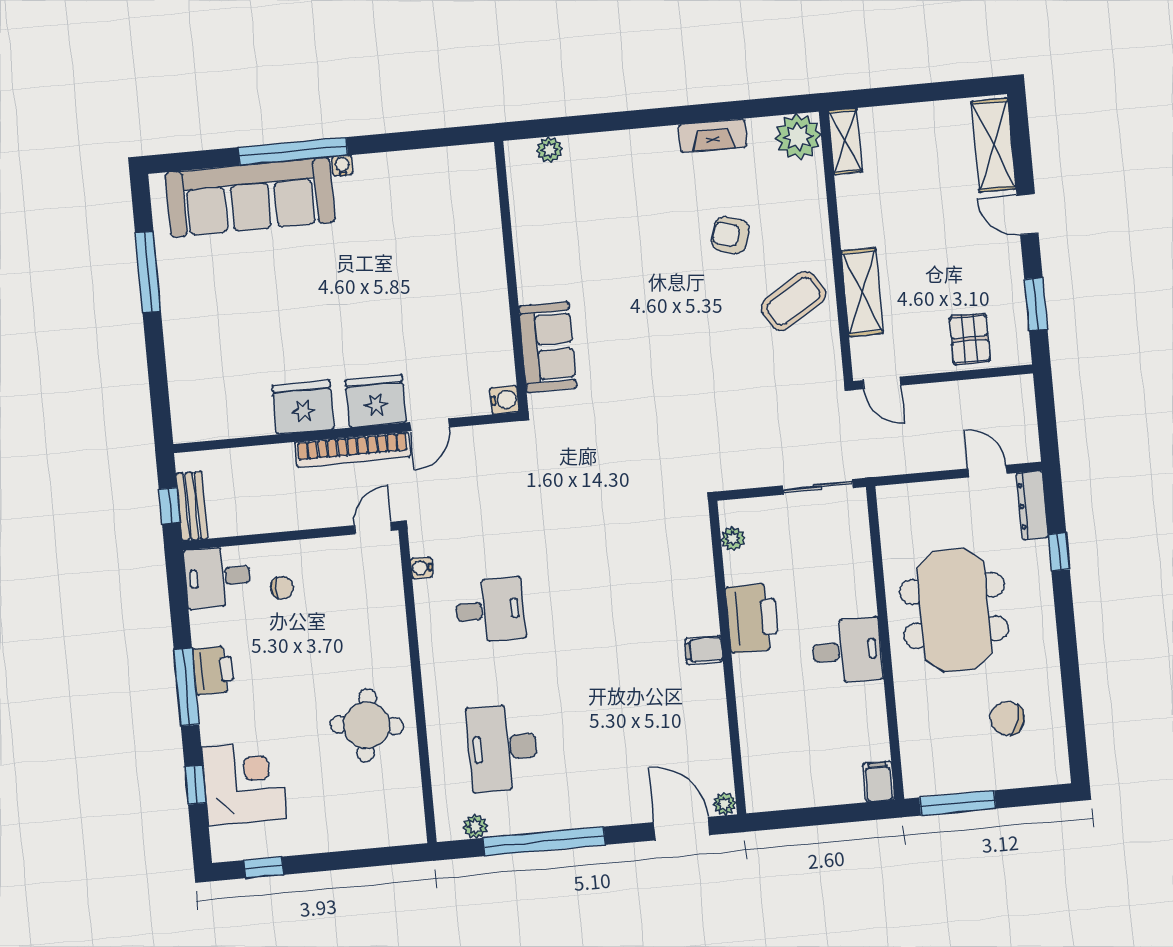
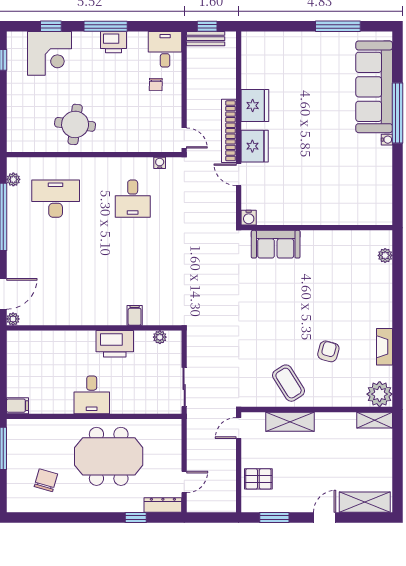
filing cabinet: (704, 650) -> (135, 315), moved

